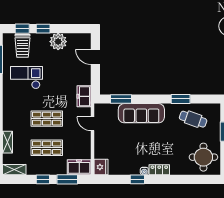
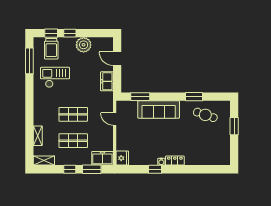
freezer: (84, 96) -> (107, 81), moved
round table: (203, 157) -> (215, 149), removed

